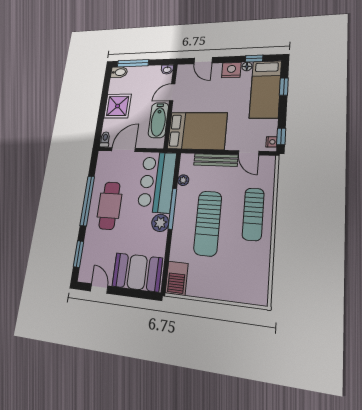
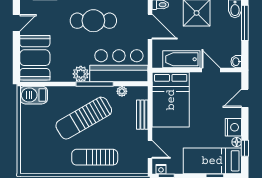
door: (249, 153) -> (150, 149), swing flipped
bench: (216, 160) -> (142, 115), width x0.73
sun lounger: (208, 223) -> (84, 118), turned -30

